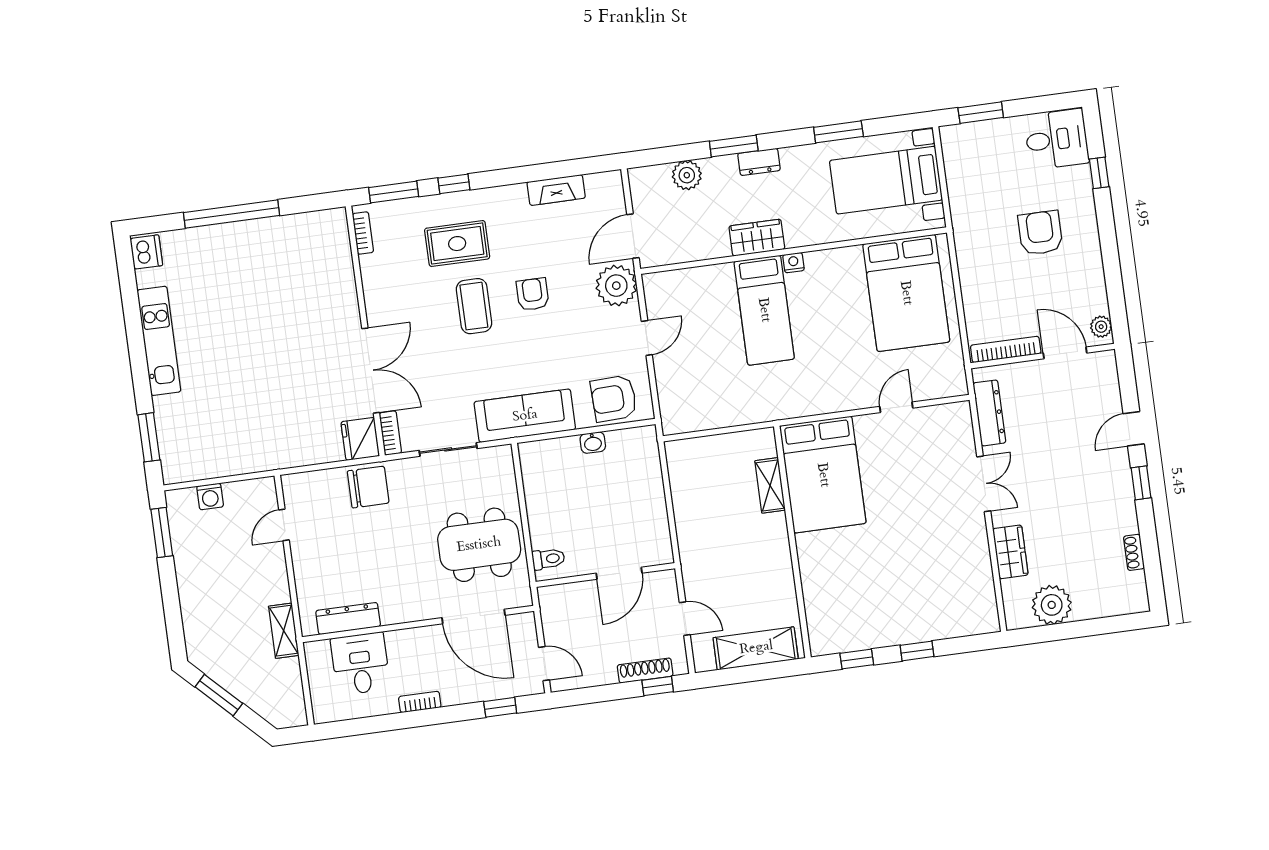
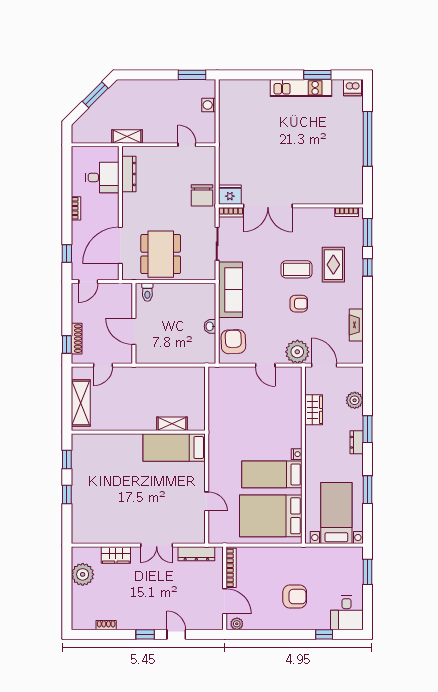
wardrobe: (757, 238) -> (314, 410), moved
bed: (764, 310) -> (272, 474), moved
door: (1065, 353) -> (225, 601), hinge flipped
window: (149, 437) -> (317, 75), moved
bed: (823, 475) -> (174, 447), width x0.67

